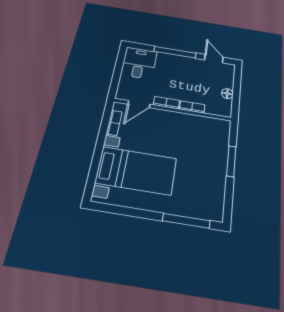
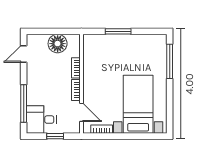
window: (175, 52) -> (24, 103), moved
window: (117, 73) -> (55, 136), added
floor lamp: (227, 94) -> (58, 44), width x1.89, depth x1.89

